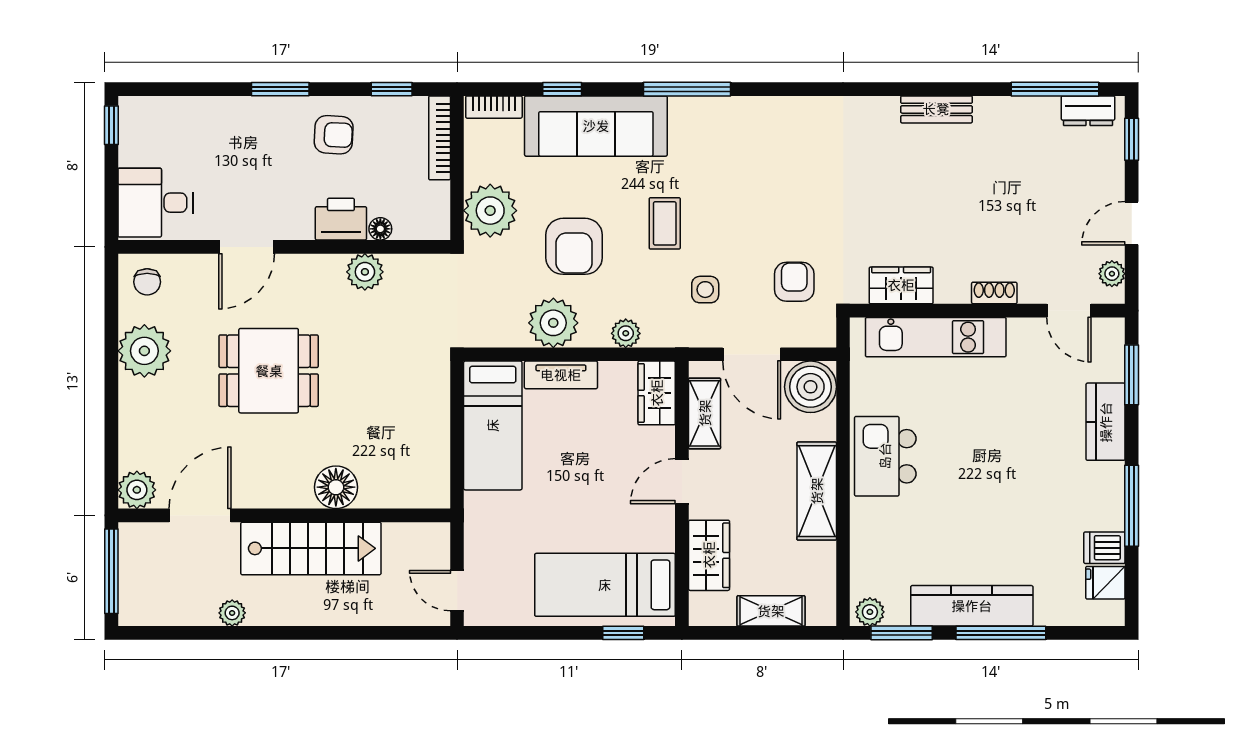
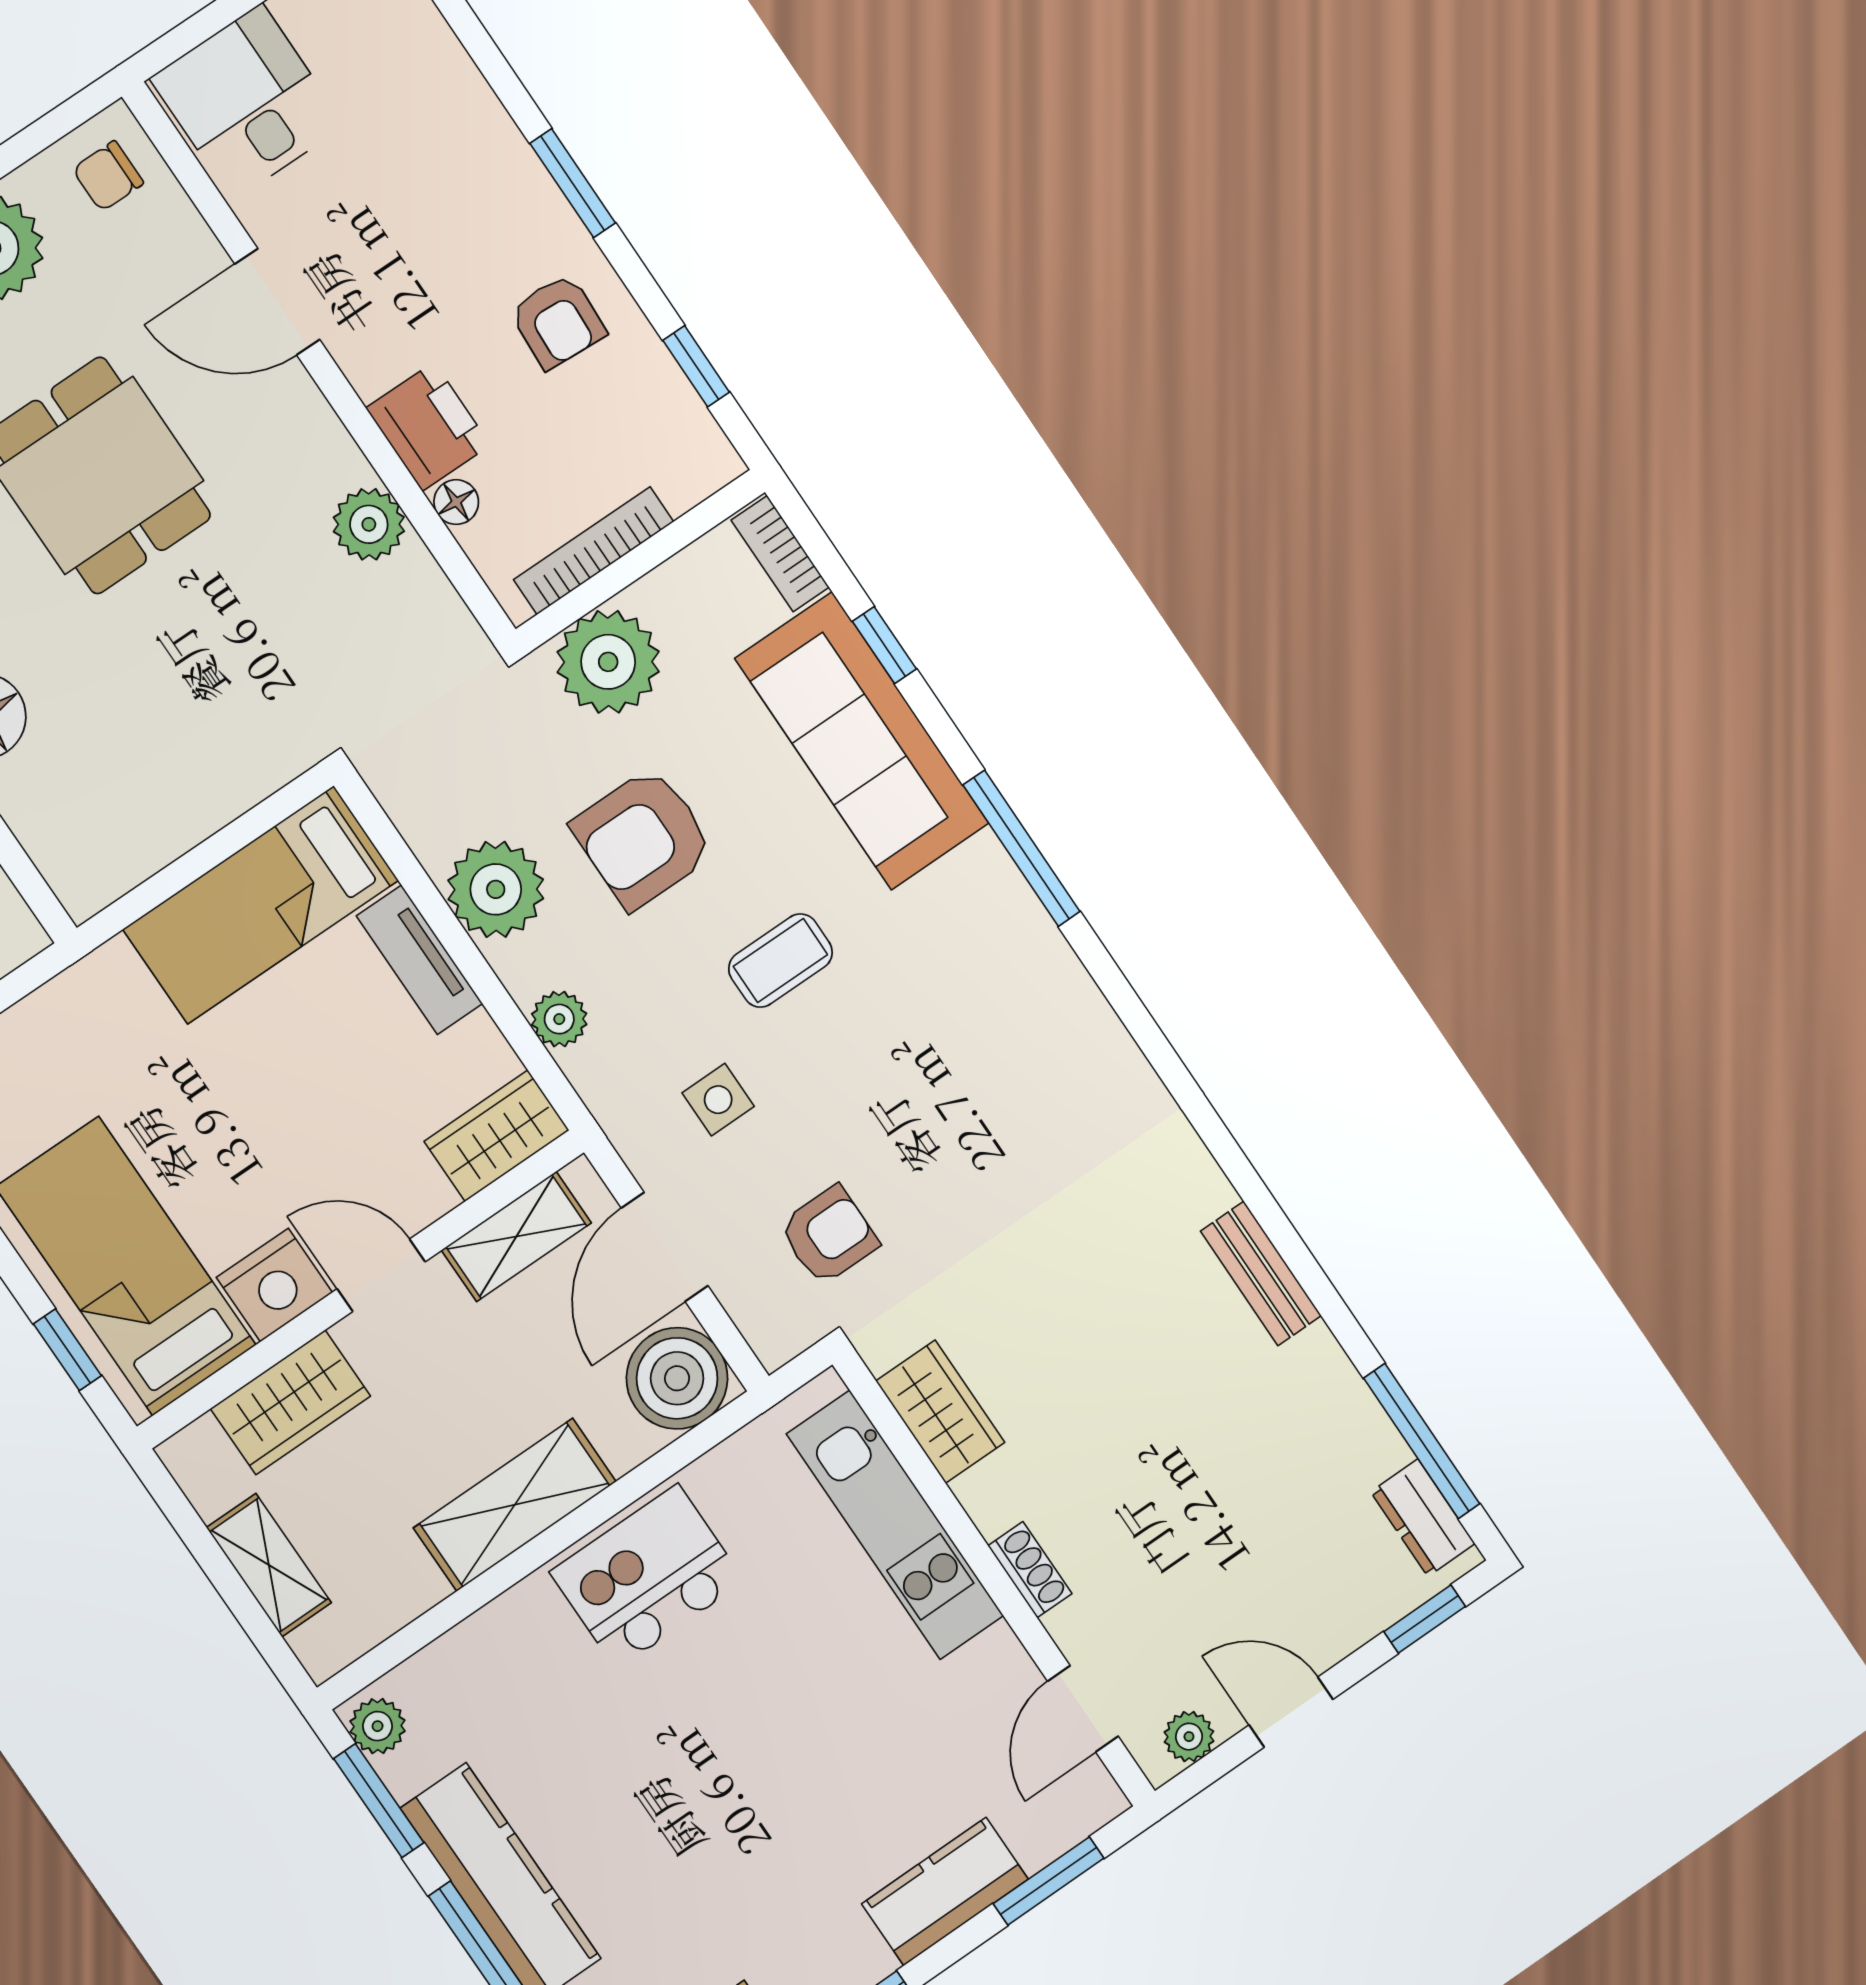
bookcase: (440, 138) -> (594, 551), moved
nightstand: (655, 528) -> (274, 1285), added

